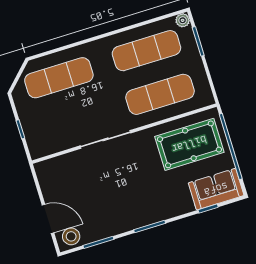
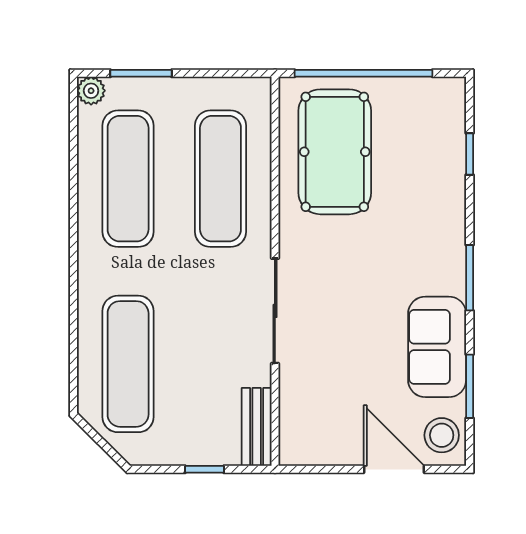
bench: (48, 148) -> (257, 427), added
sofa: (216, 189) -> (437, 347), moved
door: (48, 219) -> (394, 469), hinge flipped

